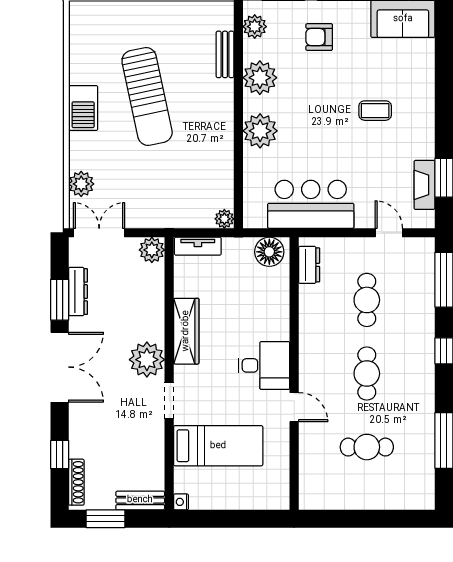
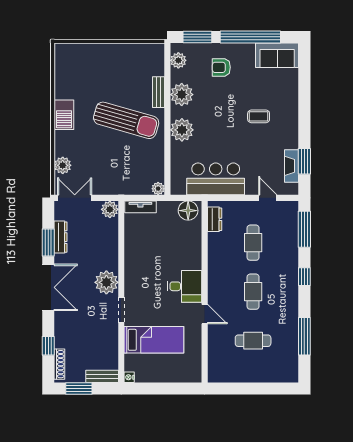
bench: (225, 54) -> (159, 92), moved
sun lounger: (147, 96) -> (126, 120), moved, turned -62
wardrobe: (186, 331) -> (133, 263), removed

